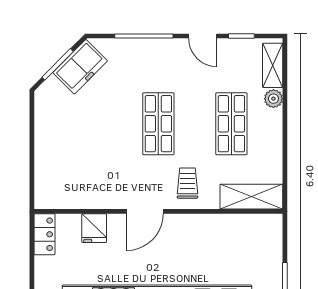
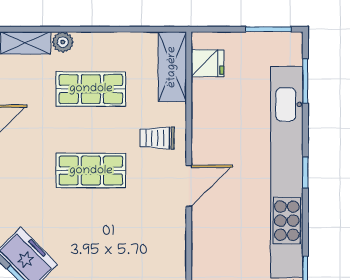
door: (145, 211) -> (189, 186), hinge flipped
fridge: (94, 228) -> (207, 63), moved

